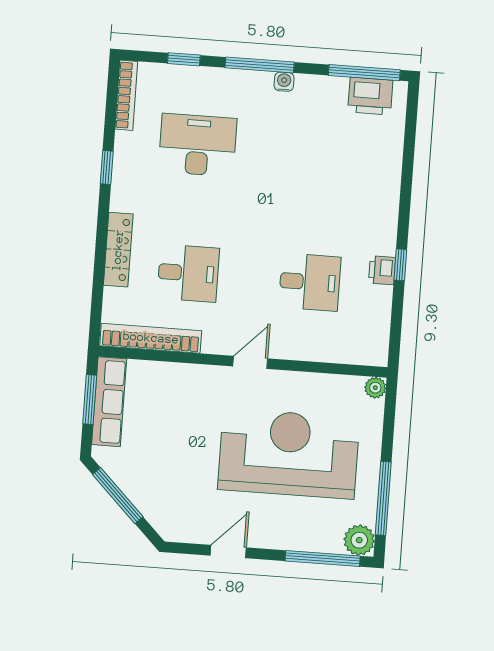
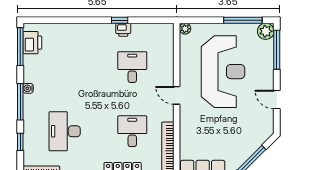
reception desk: (289, 454) -> (223, 72), turned 180

